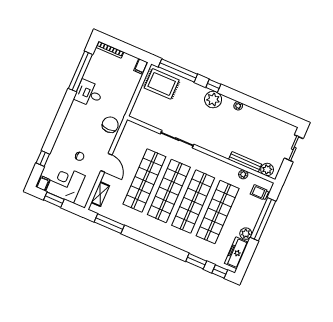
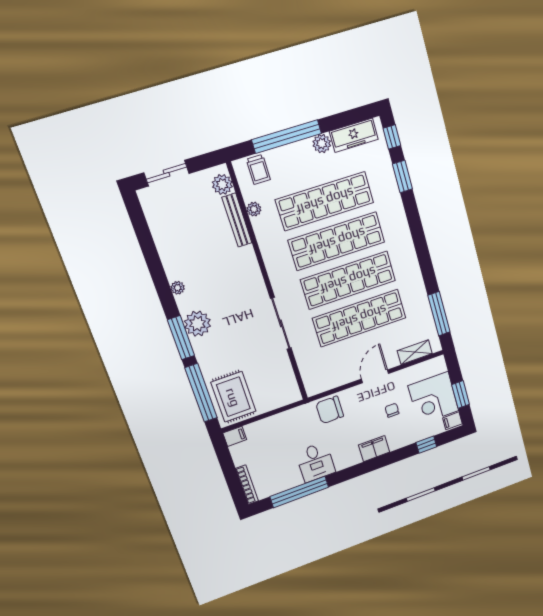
window: (213, 86) -> (181, 338), width x2.17
filing cabinet: (67, 129) -> (374, 449), added

